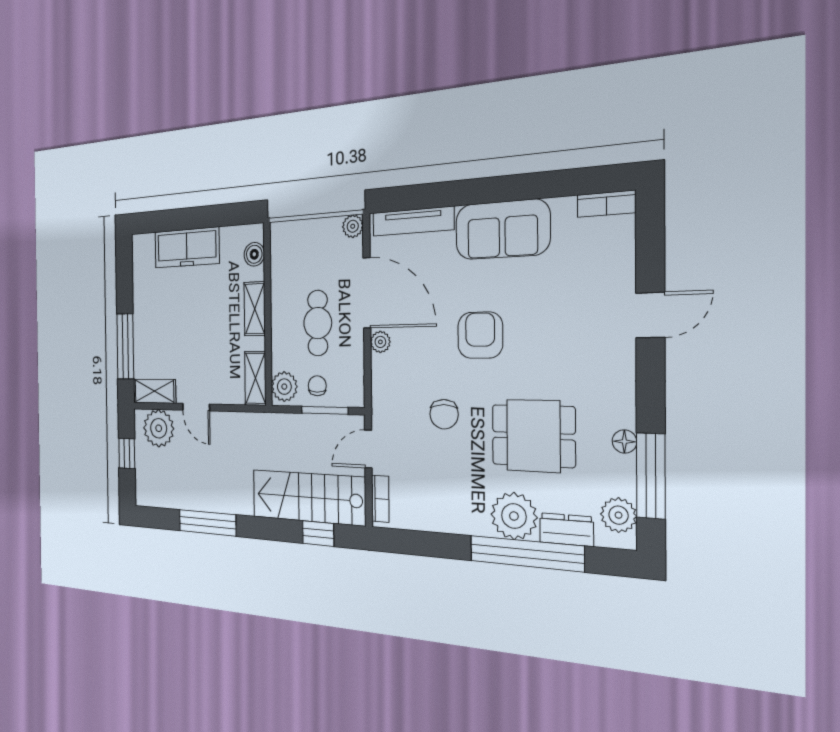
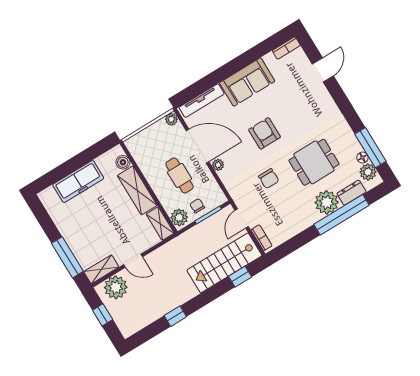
shelving: (255, 309) -> (137, 190), width x1.50, depth x1.33
door: (650, 315) -> (323, 70), moved
floor lamp: (624, 442) -> (362, 158), moved
window: (207, 523) -> (175, 316), width x0.46

